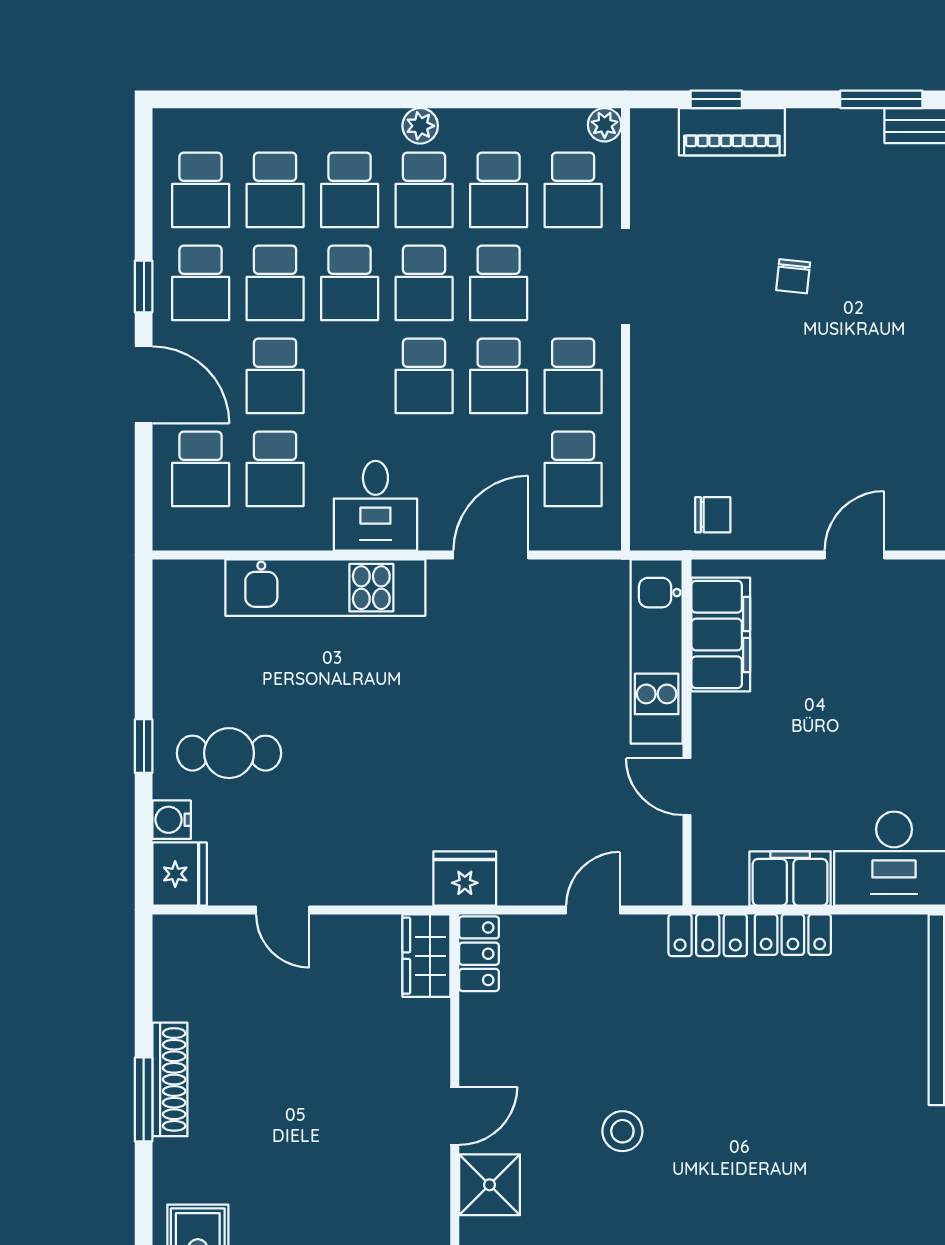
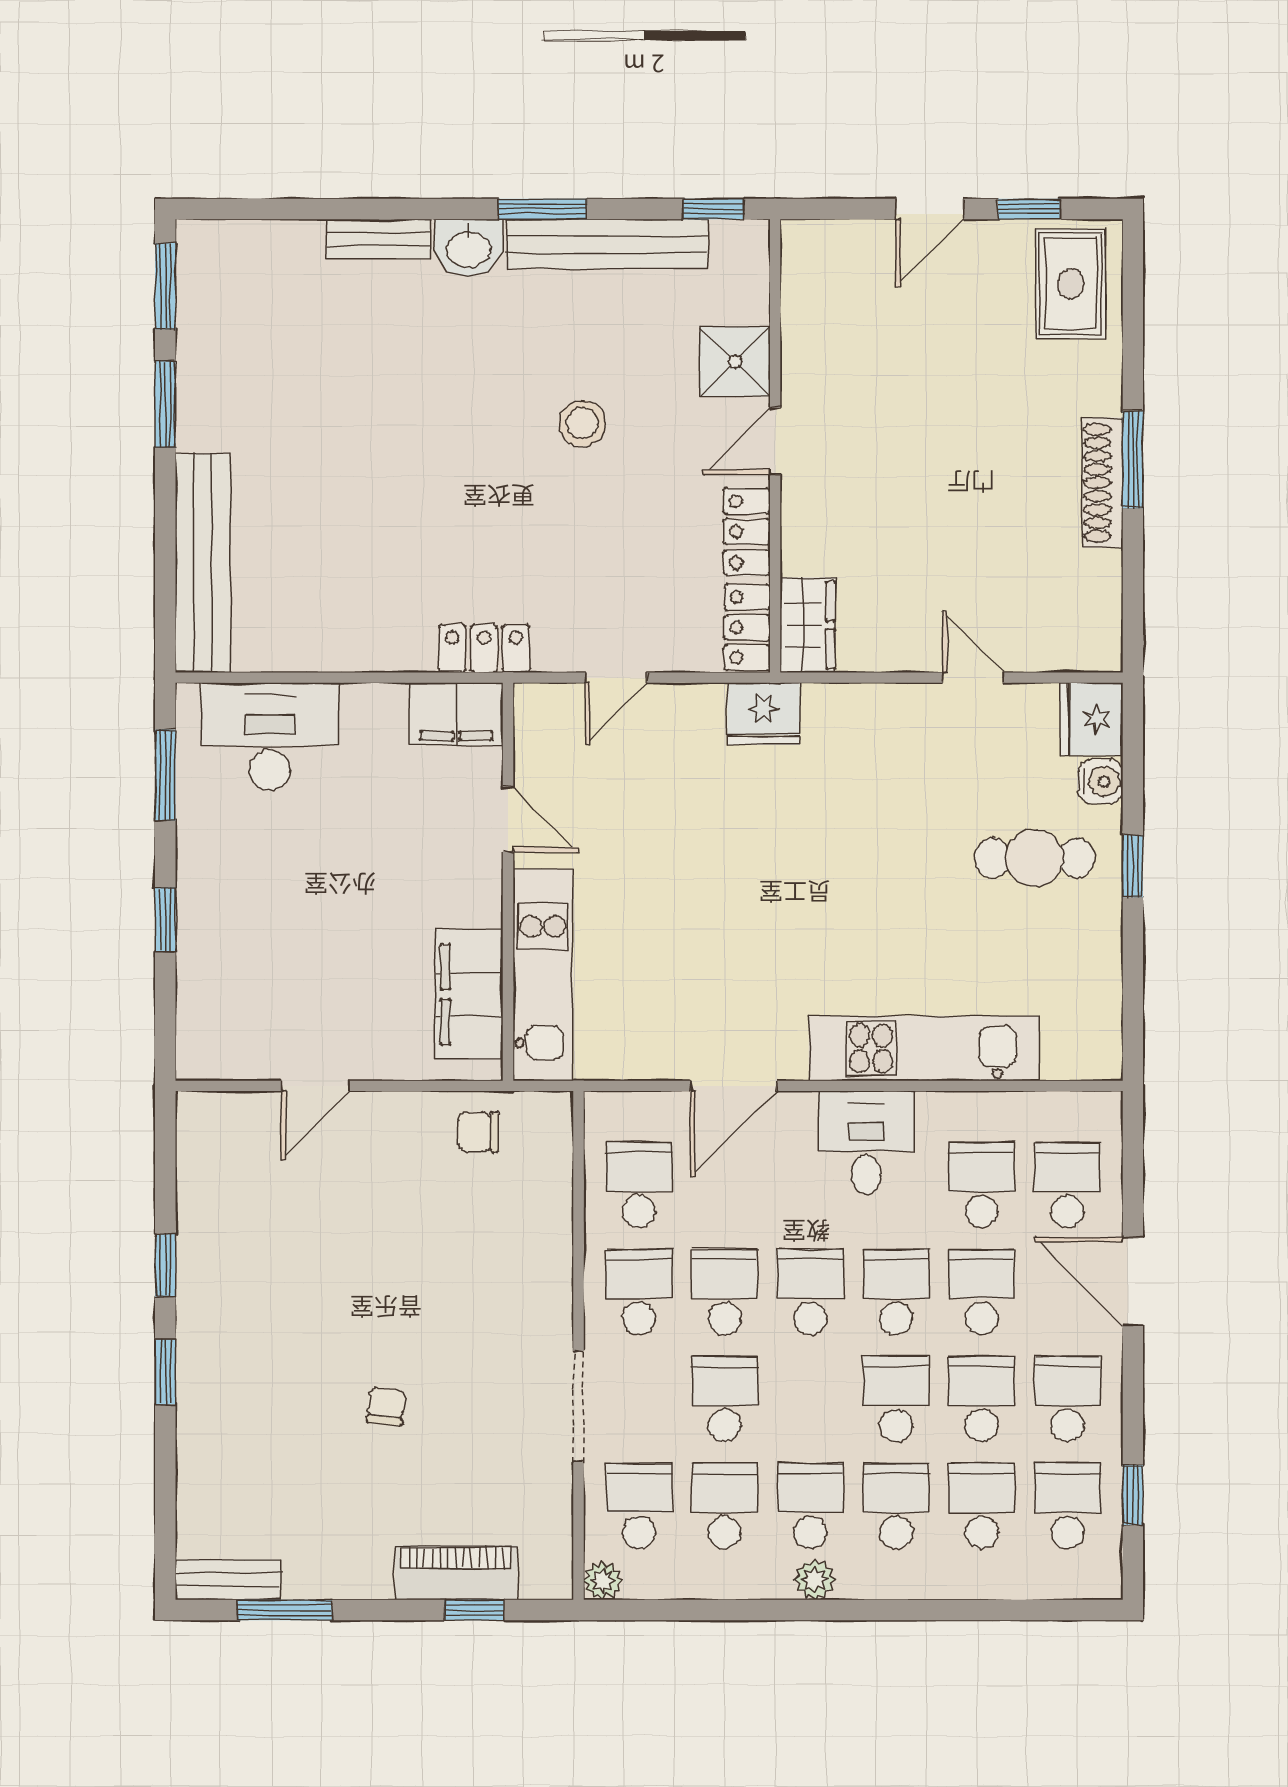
school desk: (424, 283) -> (896, 1292), moved
window: (144, 287) -> (1133, 1495), moved
filing cabinet: (790, 878) -> (456, 714), moved
locker: (793, 935) -> (747, 532), moved, turned -90

